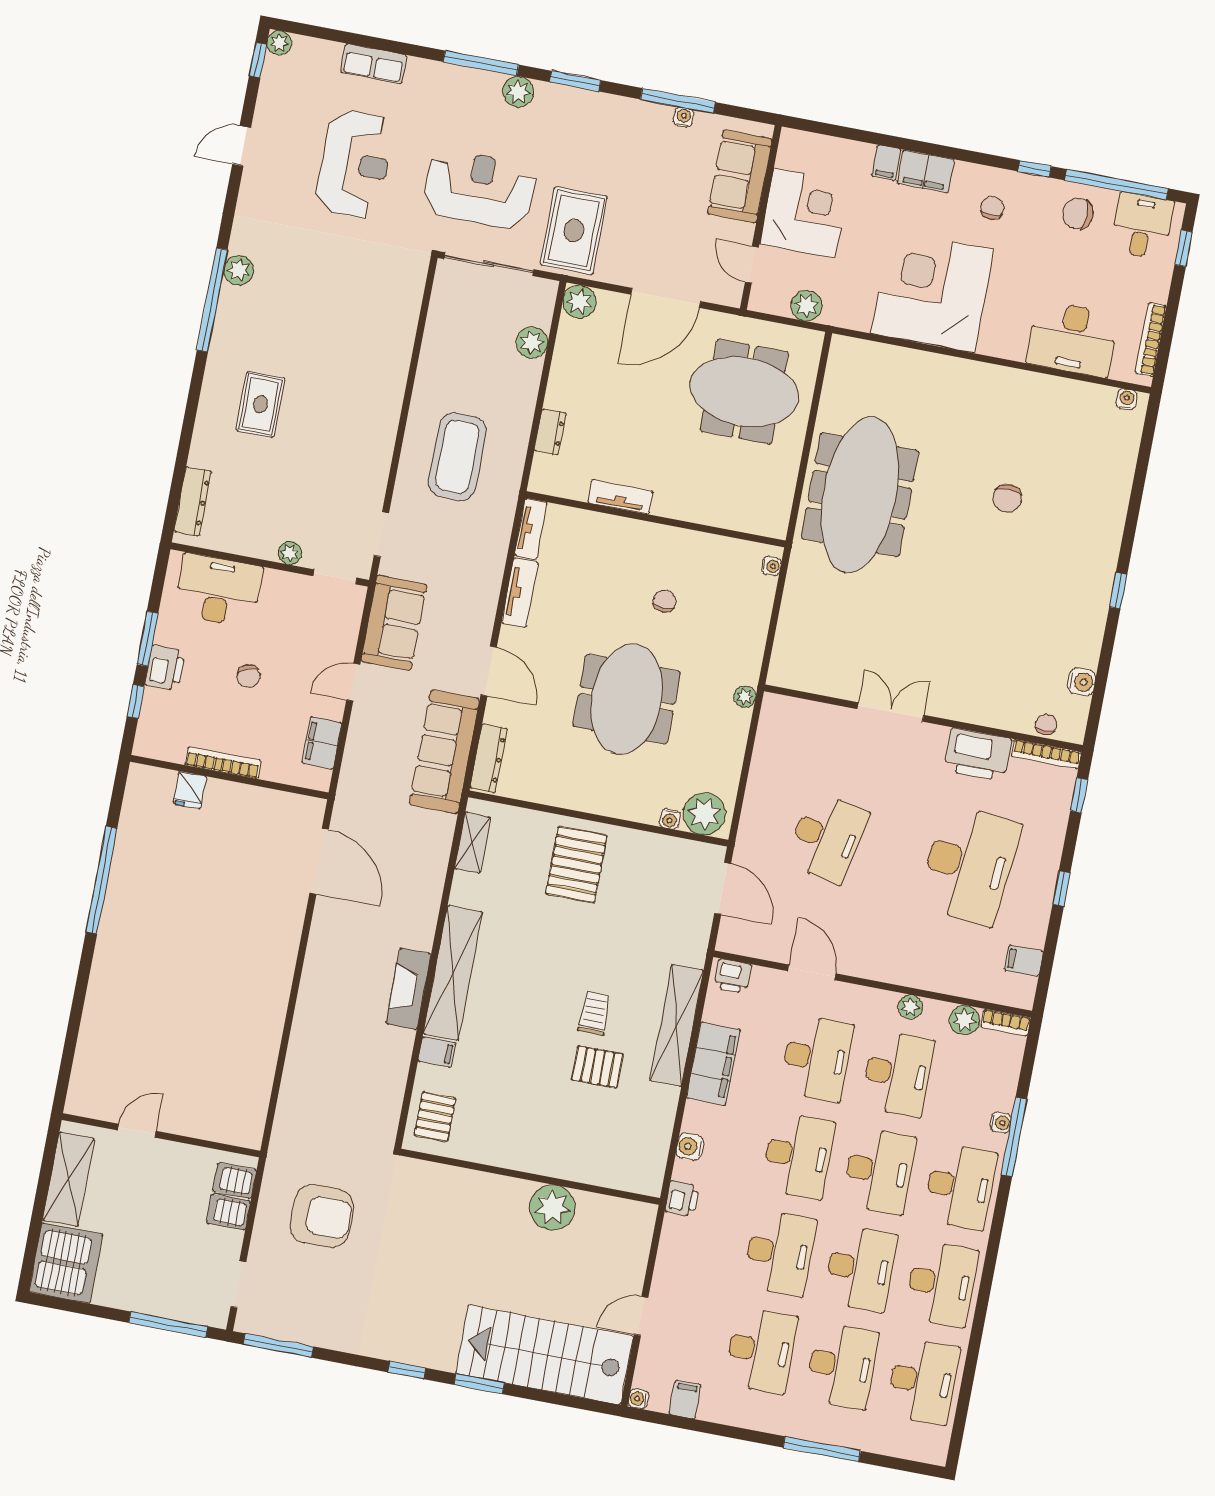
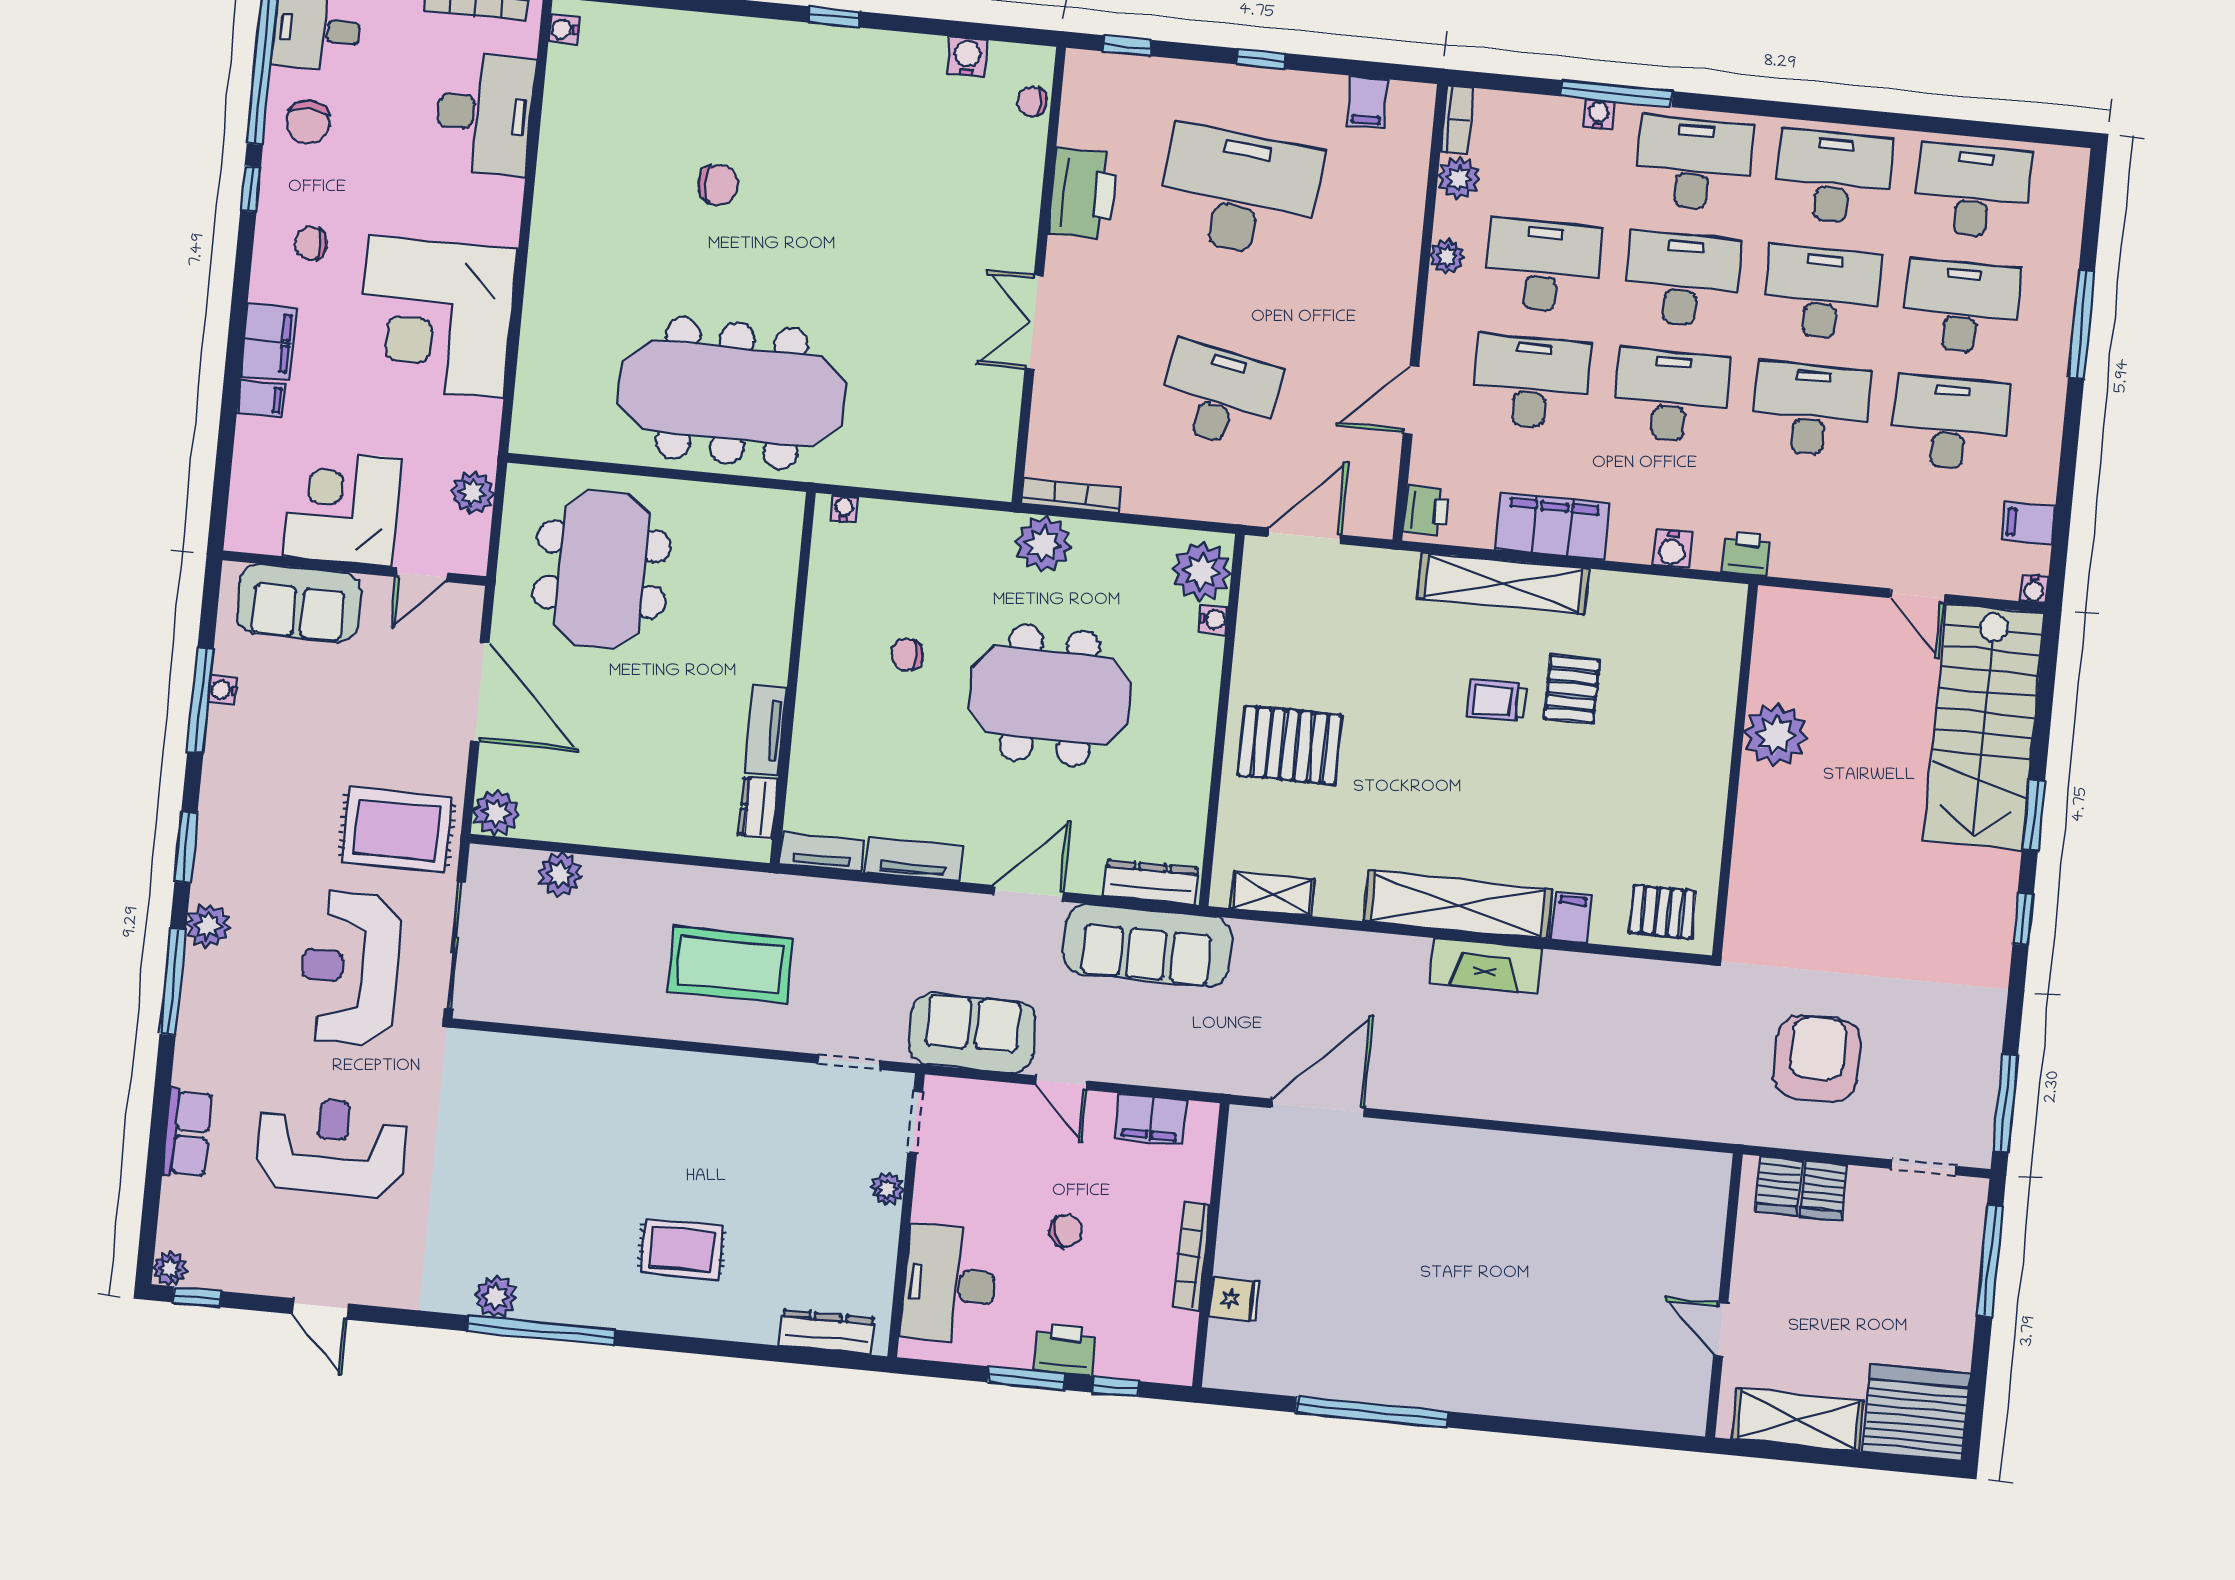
dresser: (550, 432) -> (758, 808), moved, turned -90
plant: (745, 697) -> (1043, 544), width x1.88, depth x1.88
bookcase: (1046, 754) -> (1071, 496), moved, turned -90

